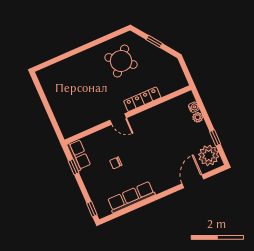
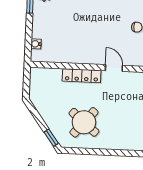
window: (154, 42) -> (51, 138), moved
plant: (198, 117) -> (37, 32), removed

